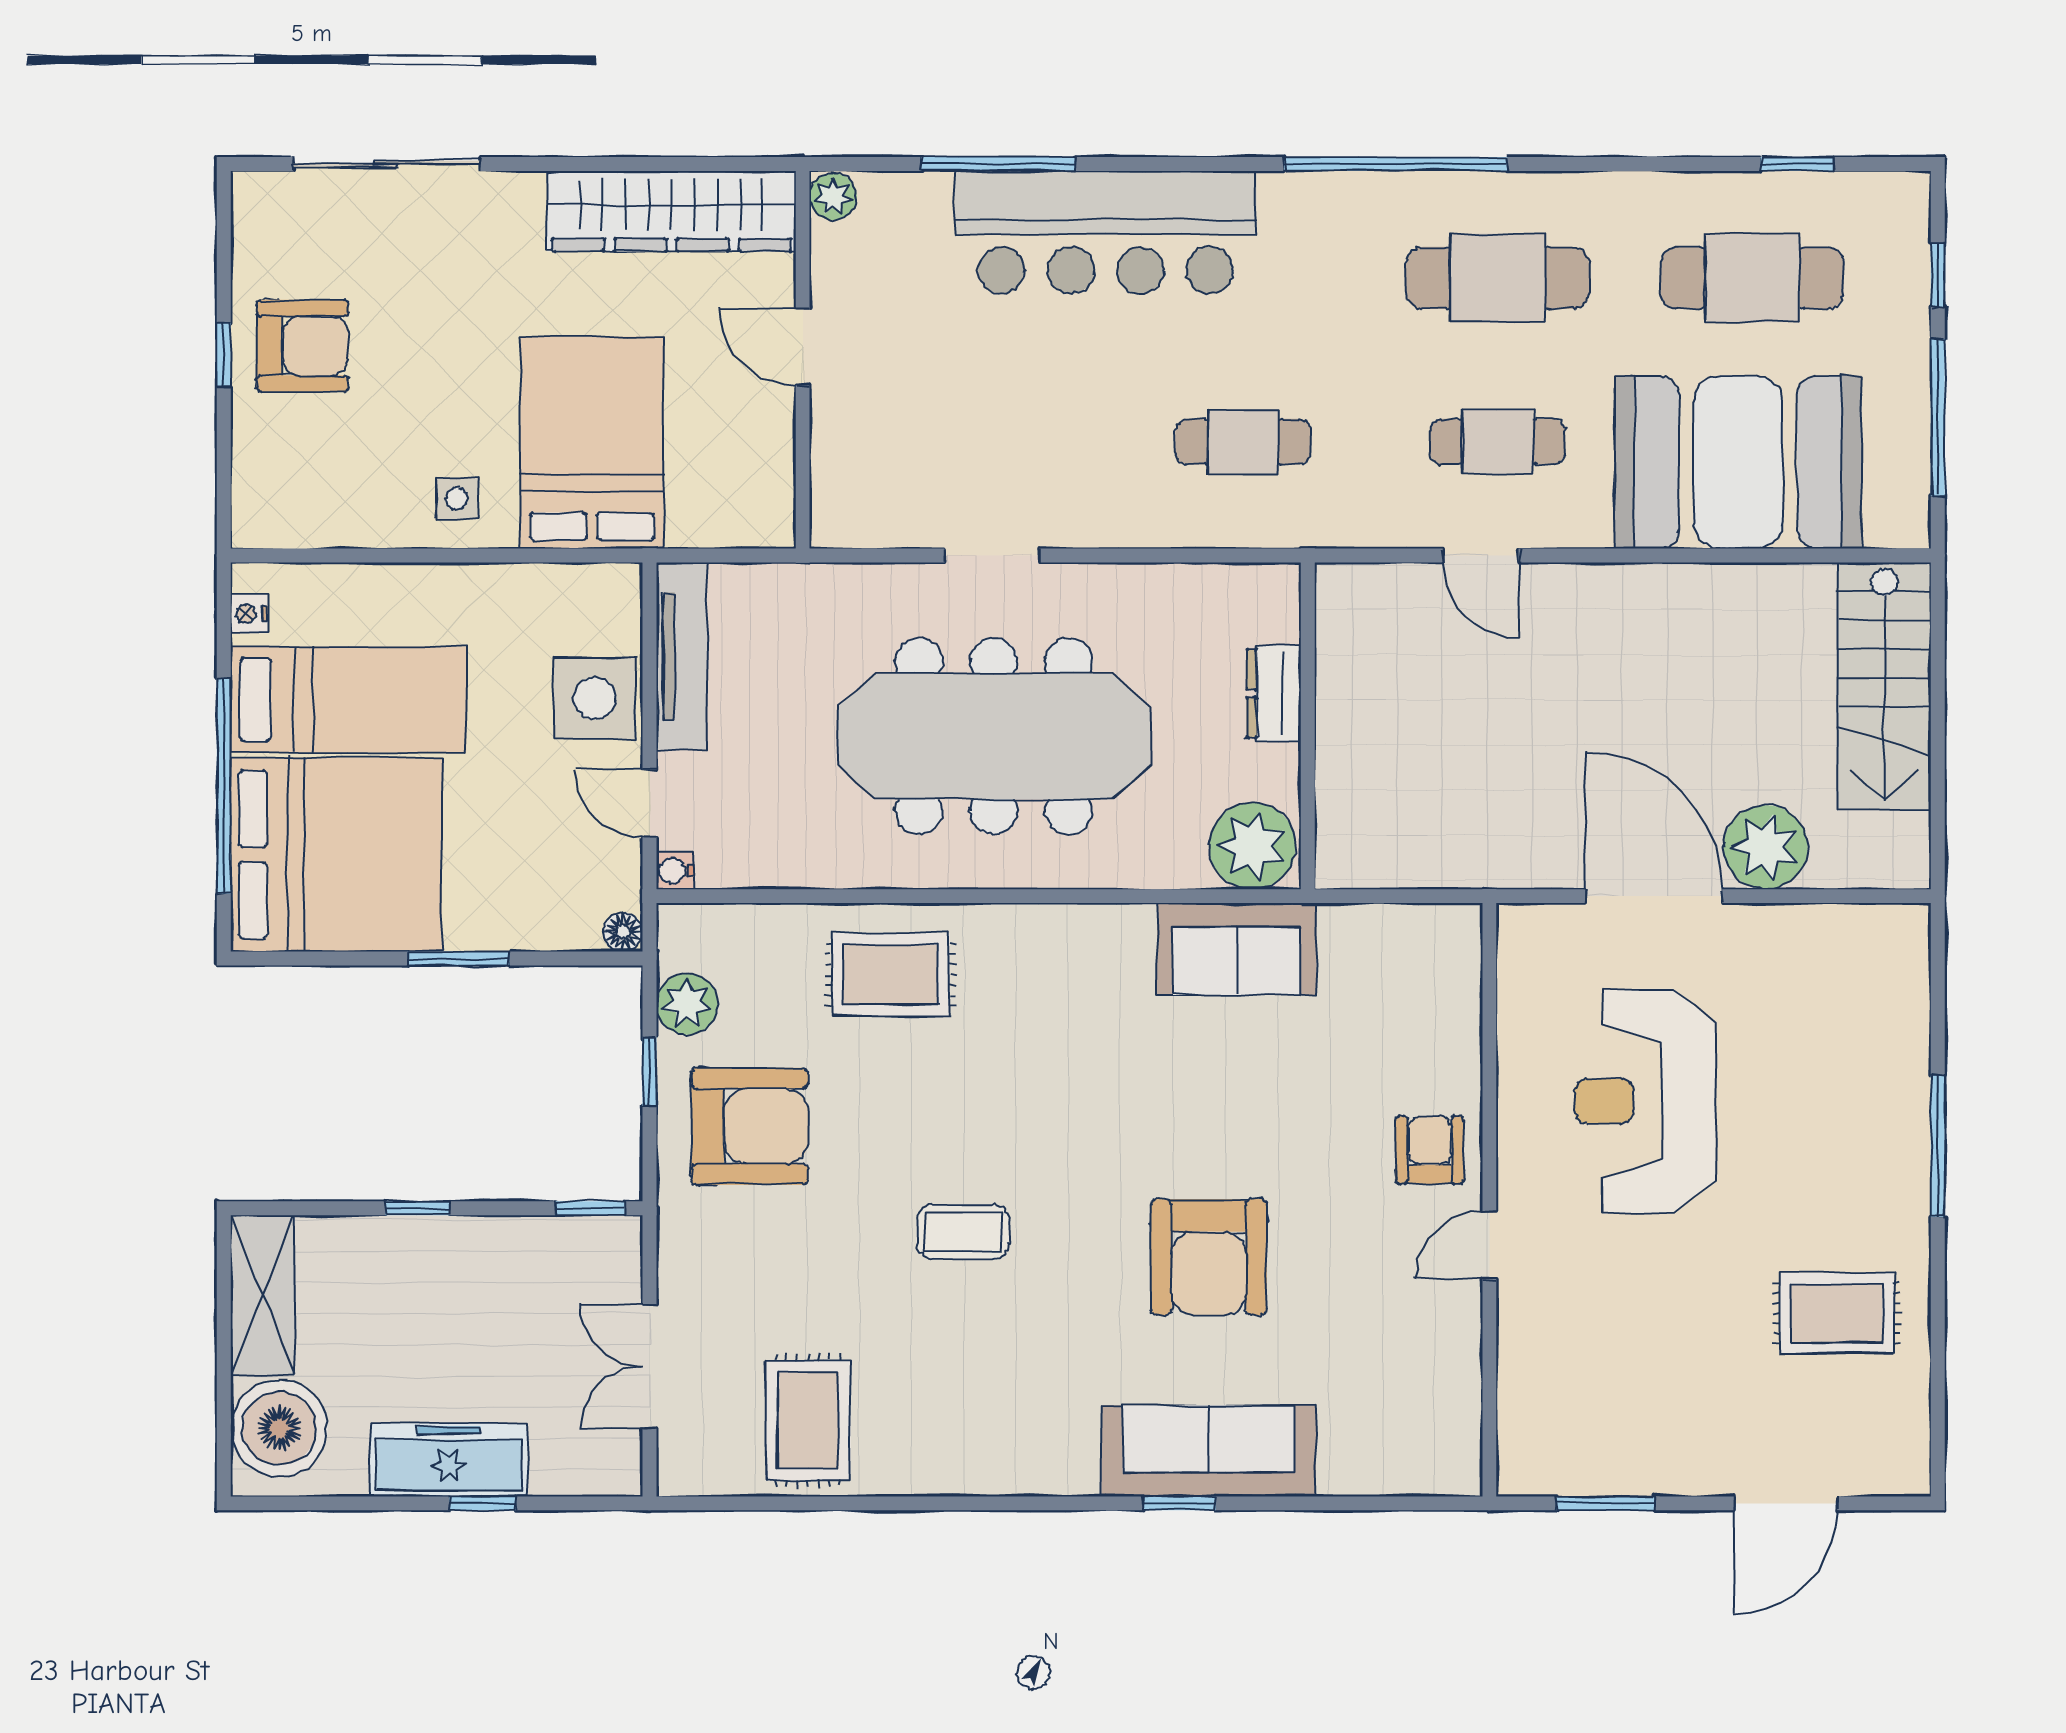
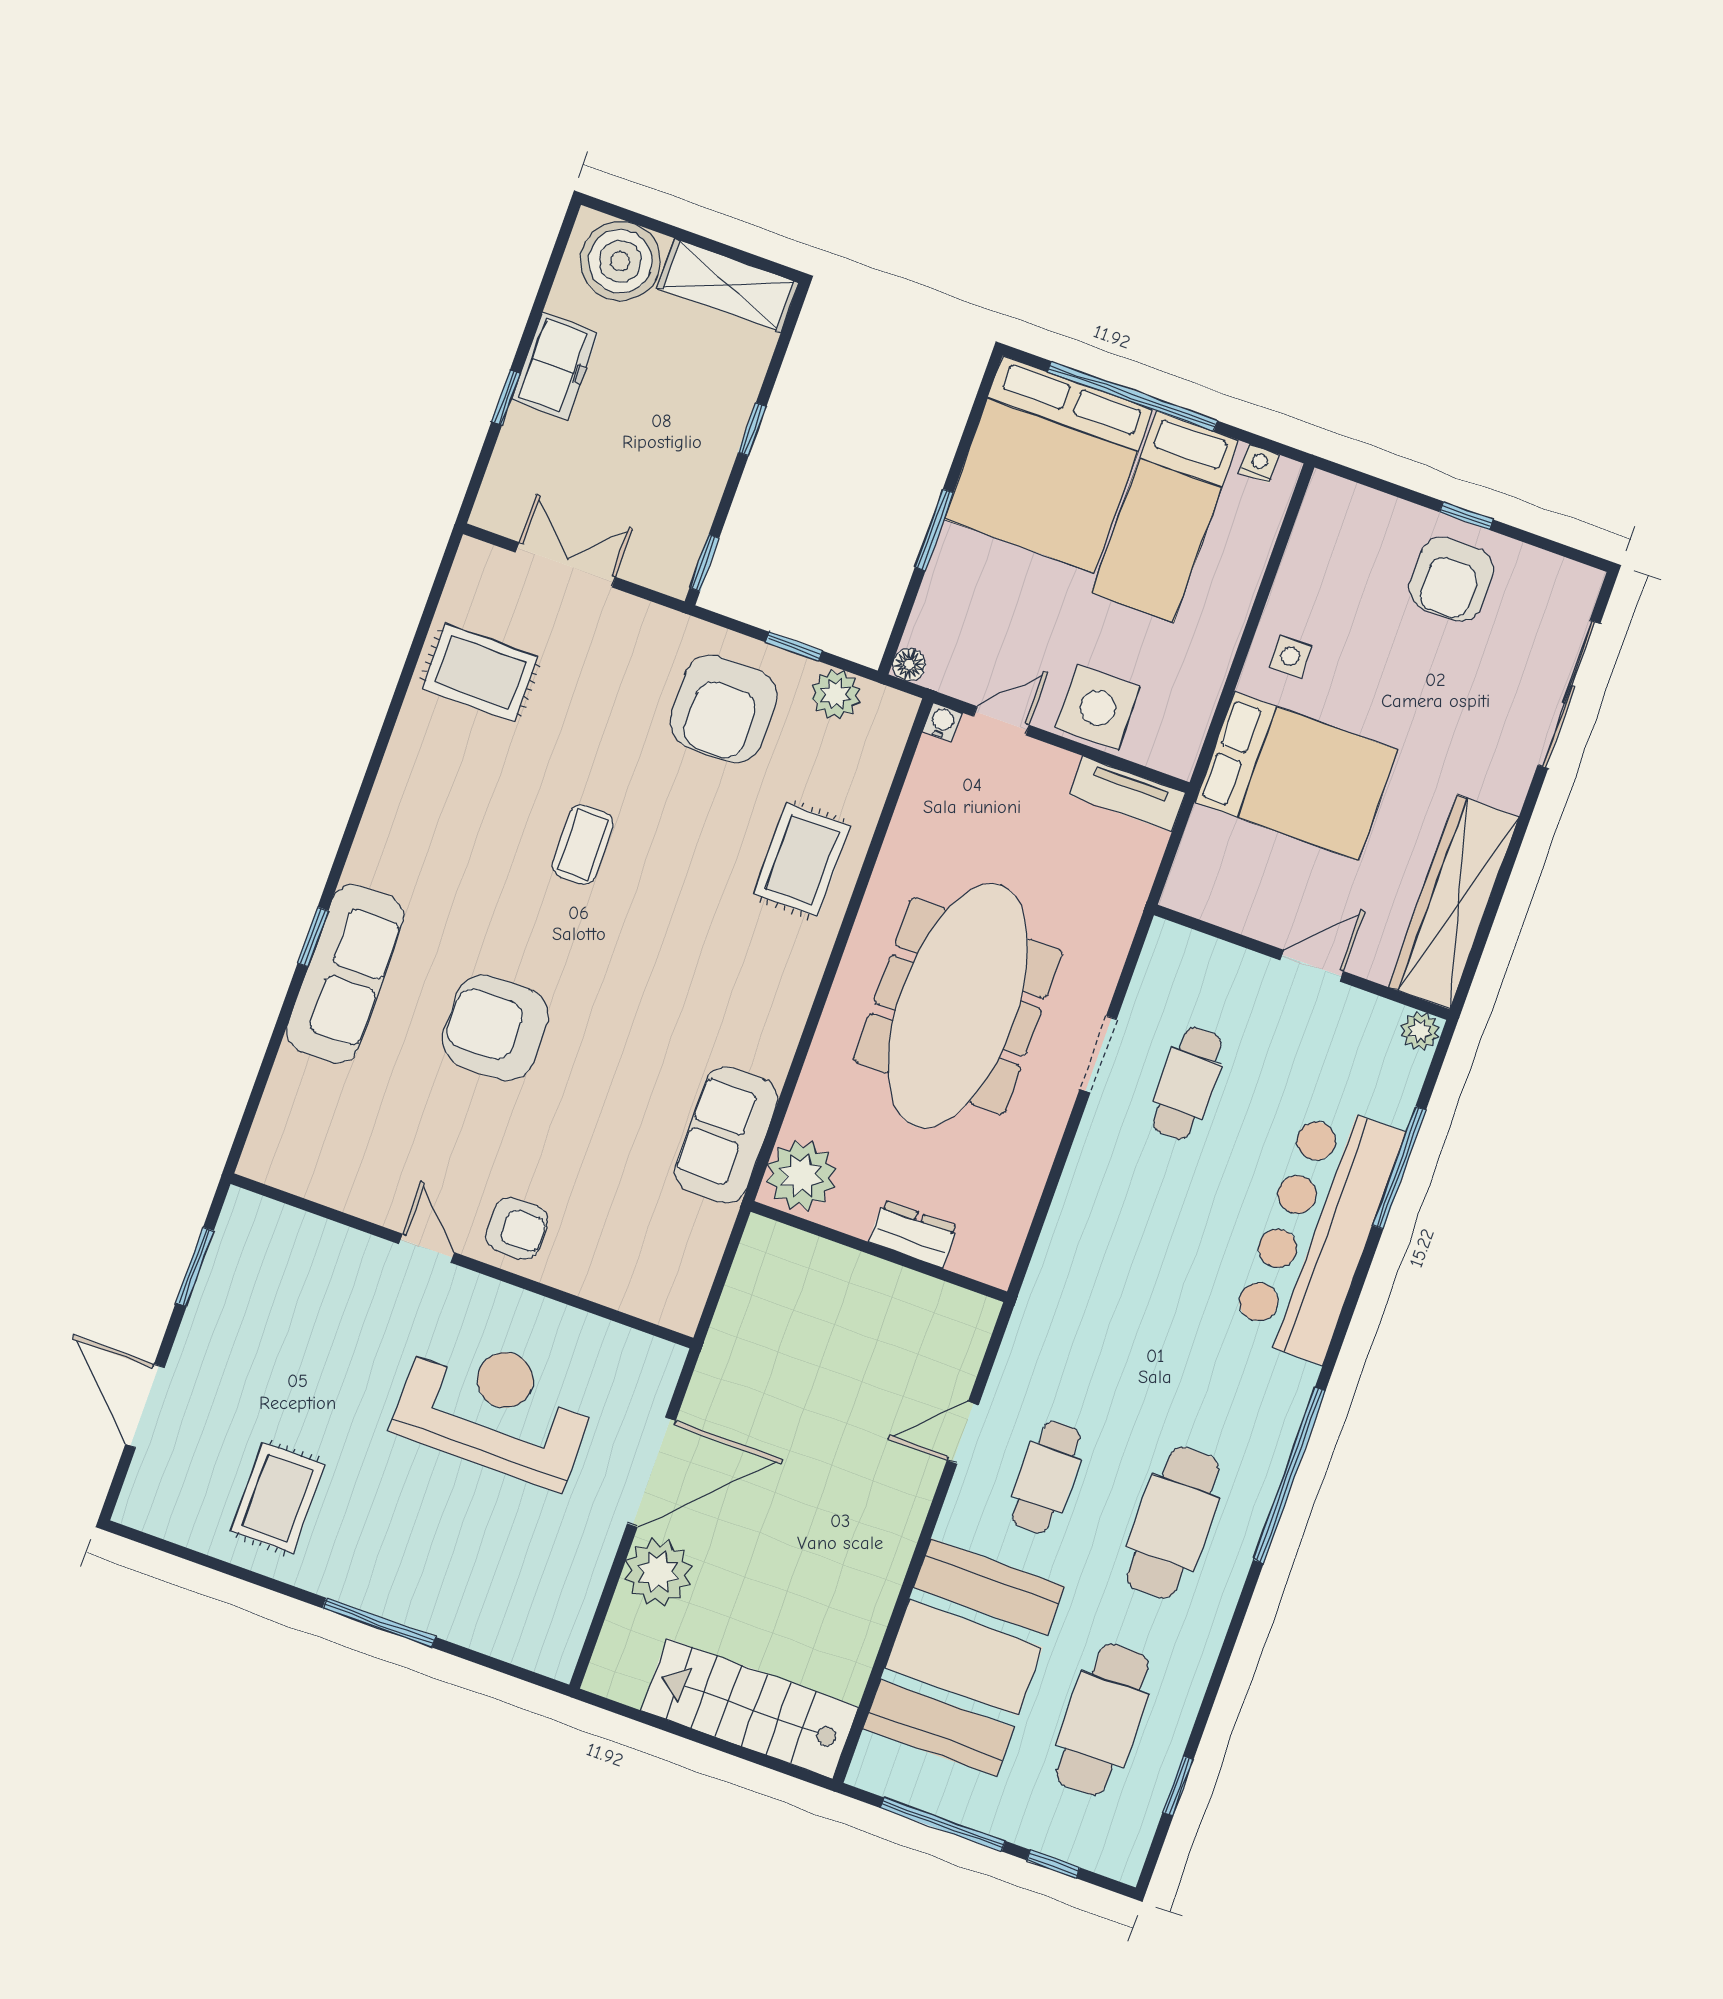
cafe table: (1243, 442) -> (1187, 1083), moved
tv unit: (682, 656) -> (1127, 794), width x0.71
freezer: (449, 1460) -> (555, 366), width x0.71

